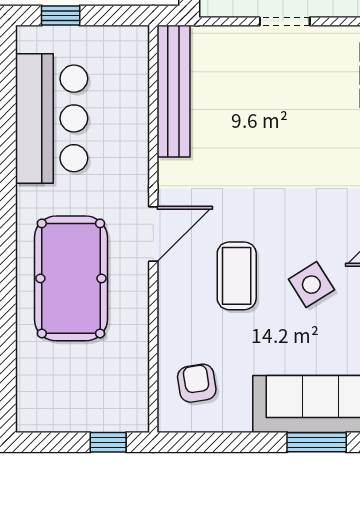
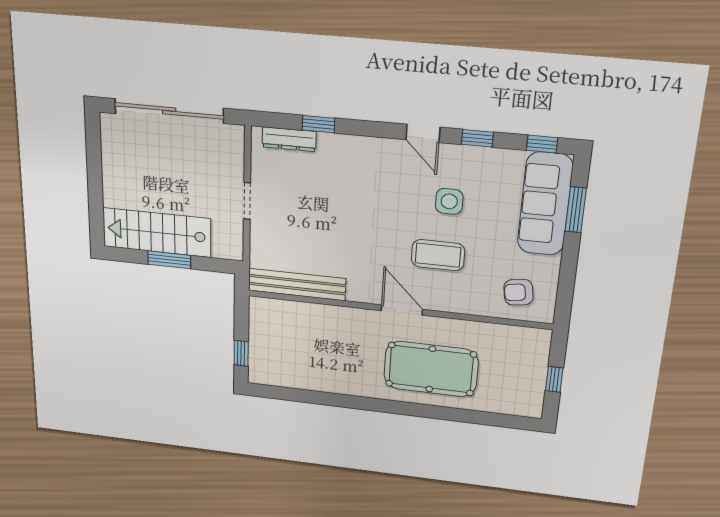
bar counter: (52, 118) -> (314, 368), removed
side table: (311, 285) -> (449, 201), turned 32
window: (108, 442) -> (554, 379), moved

